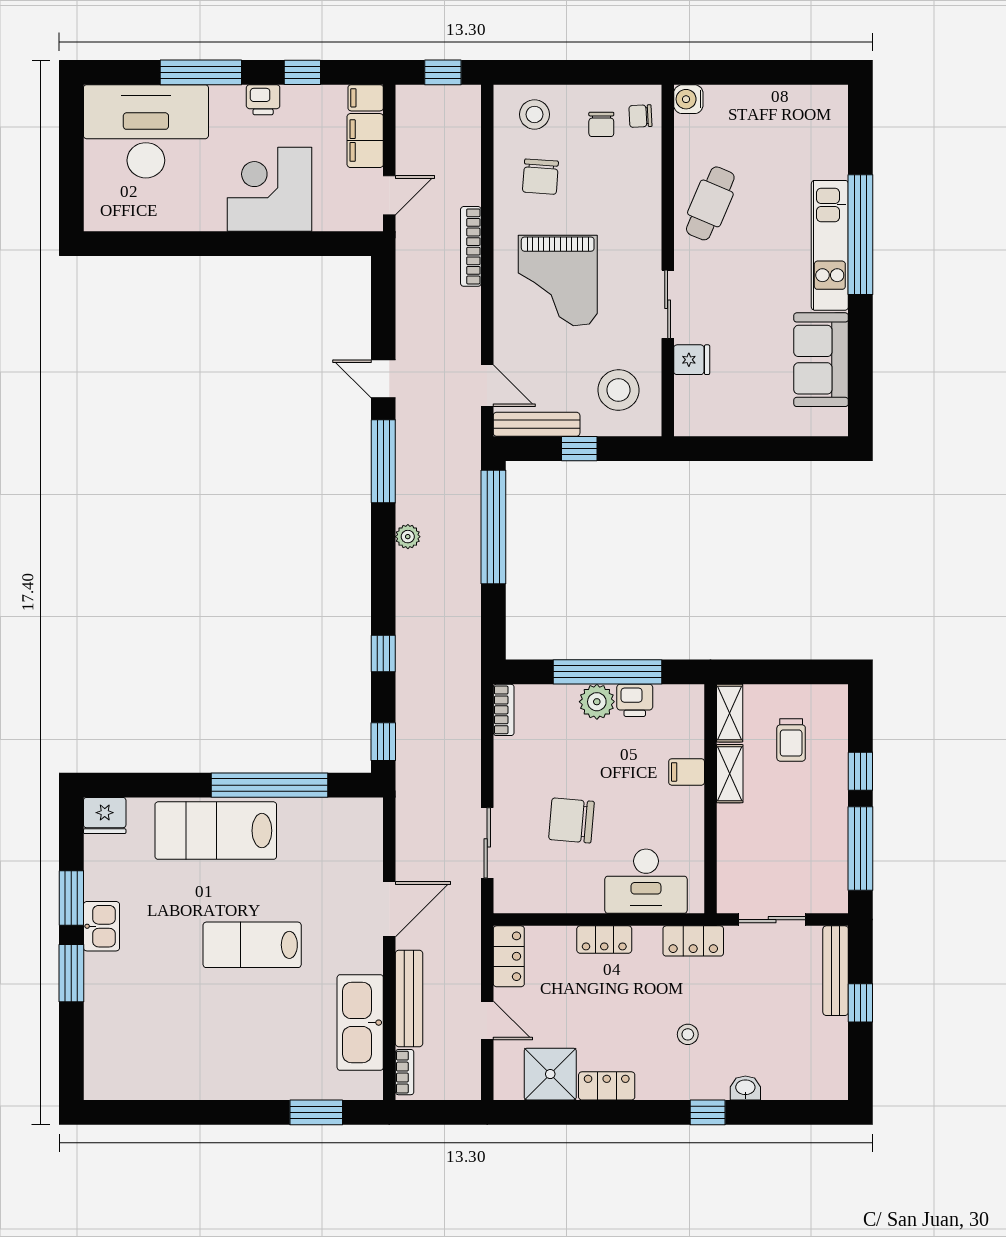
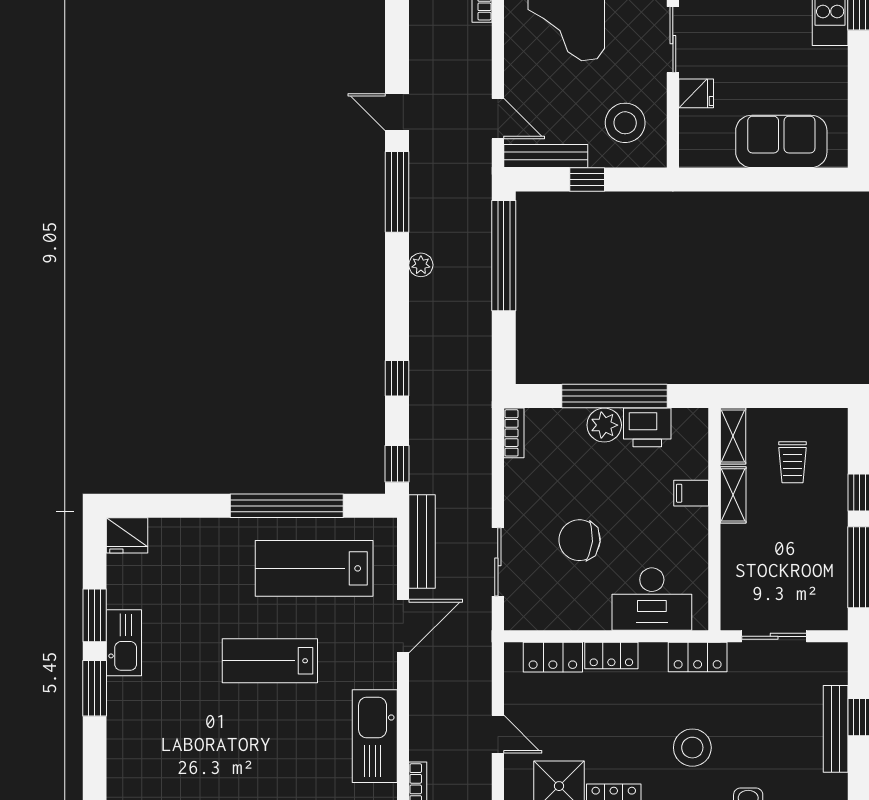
sofa: (821, 360) -> (781, 141), moved, turned 90
printer: (635, 700) -> (647, 427), width x1.36, depth x1.24
lab bench: (216, 831) -> (314, 568), moved
kitchen sink: (101, 926) -> (124, 643), width x1.38
locker: (509, 956) -> (553, 657), moved, turned 90
bench: (836, 971) -> (836, 729), moved
bench: (409, 998) -> (422, 542), moved
stool: (688, 1034) -> (692, 748), width x1.89, depth x1.89

